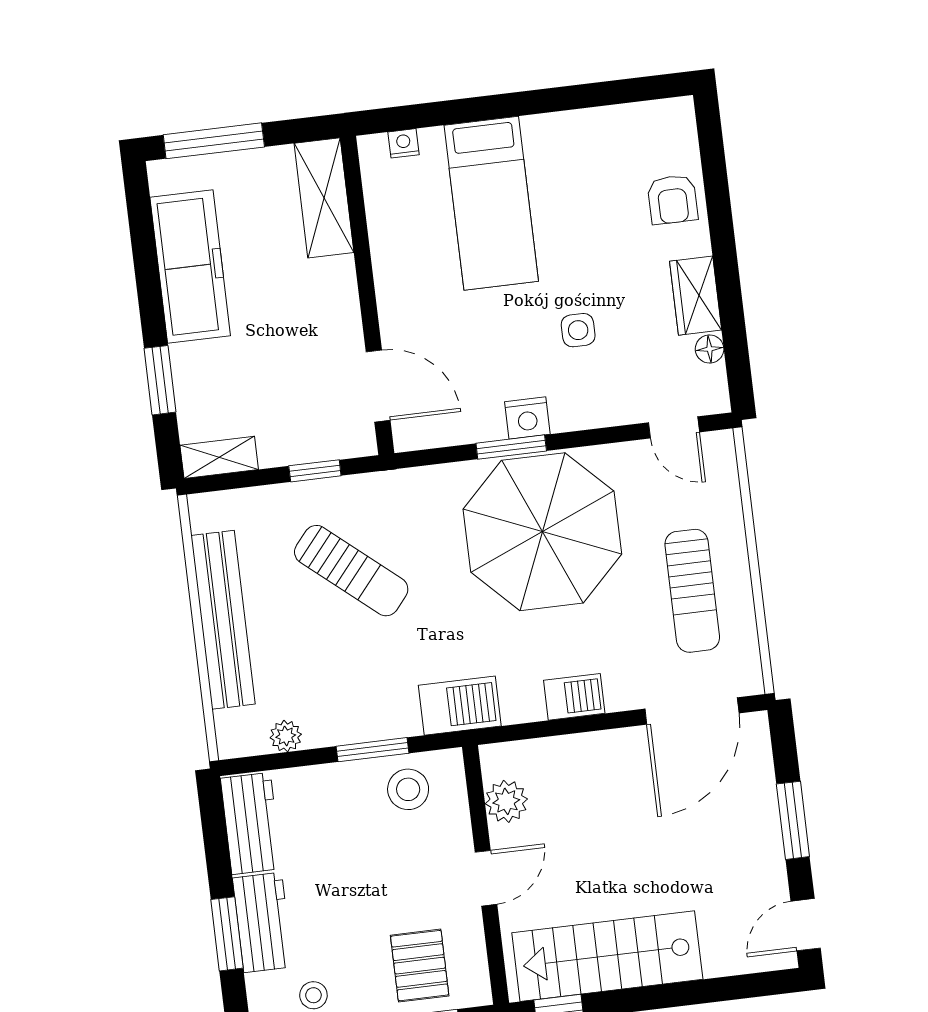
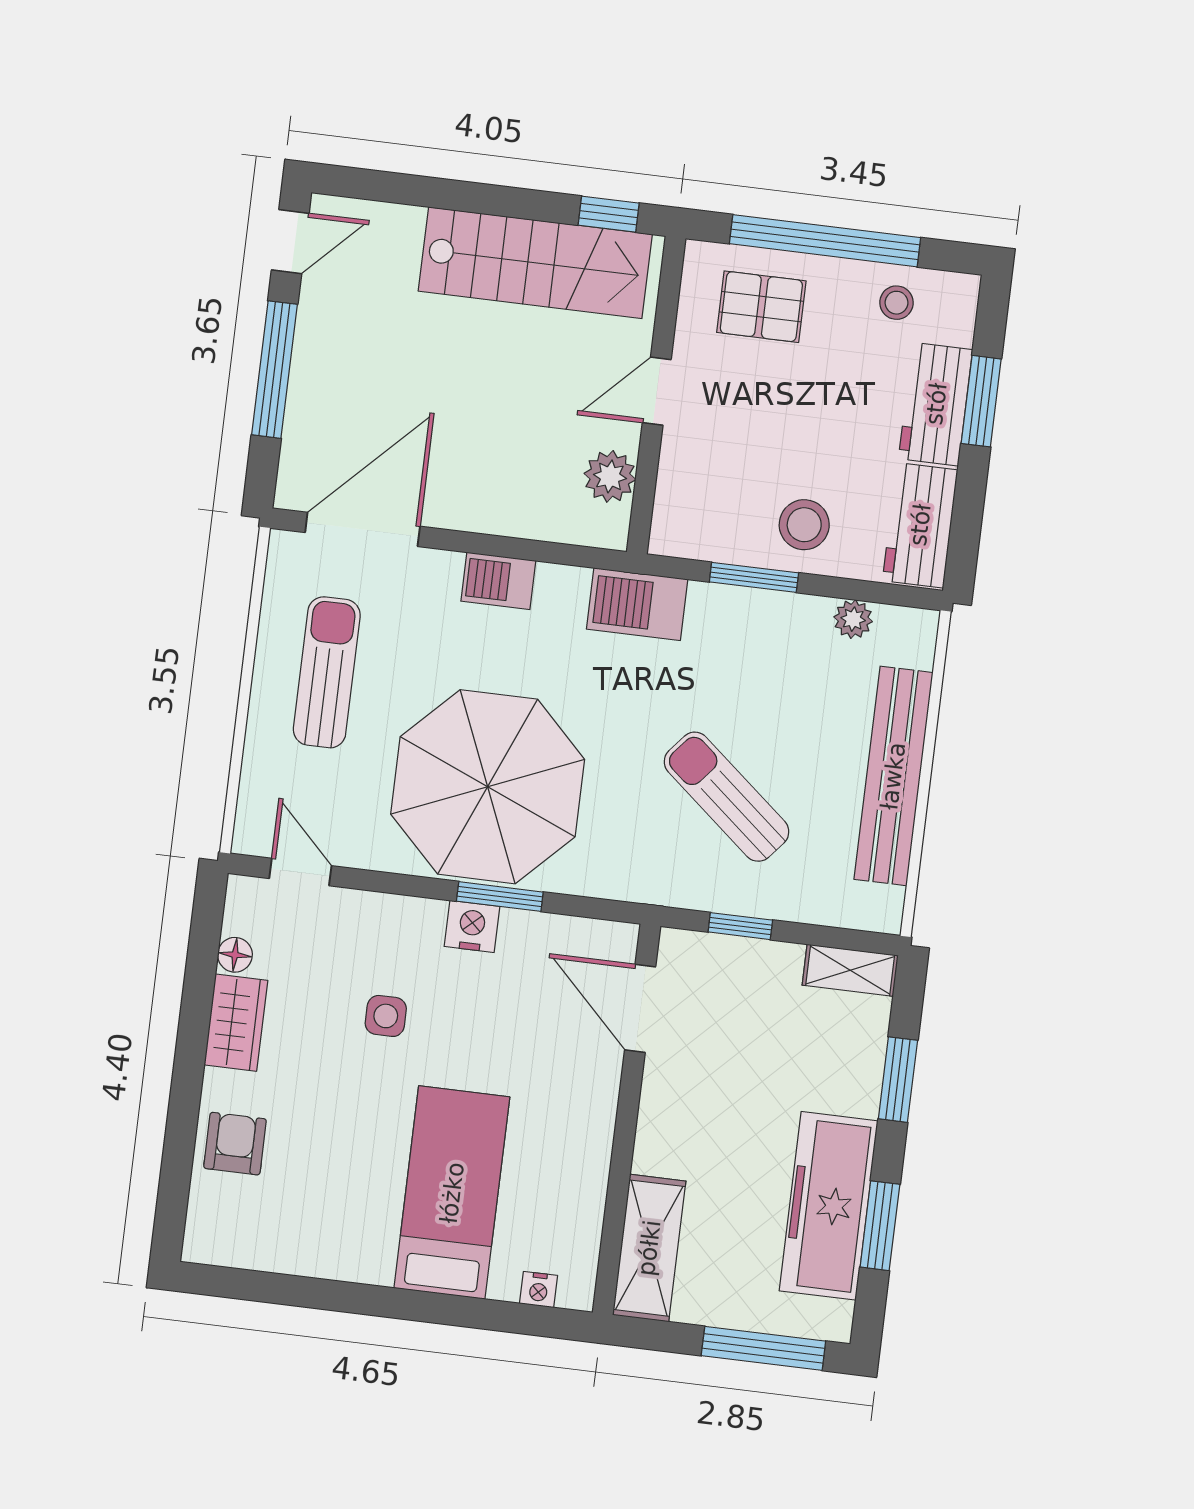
window: (146, 261) -> (880, 1226), added
stool: (408, 789) -> (804, 525), moved
window: (793, 820) -> (274, 370), width x1.44
pallet: (420, 966) -> (761, 307), turned 90

